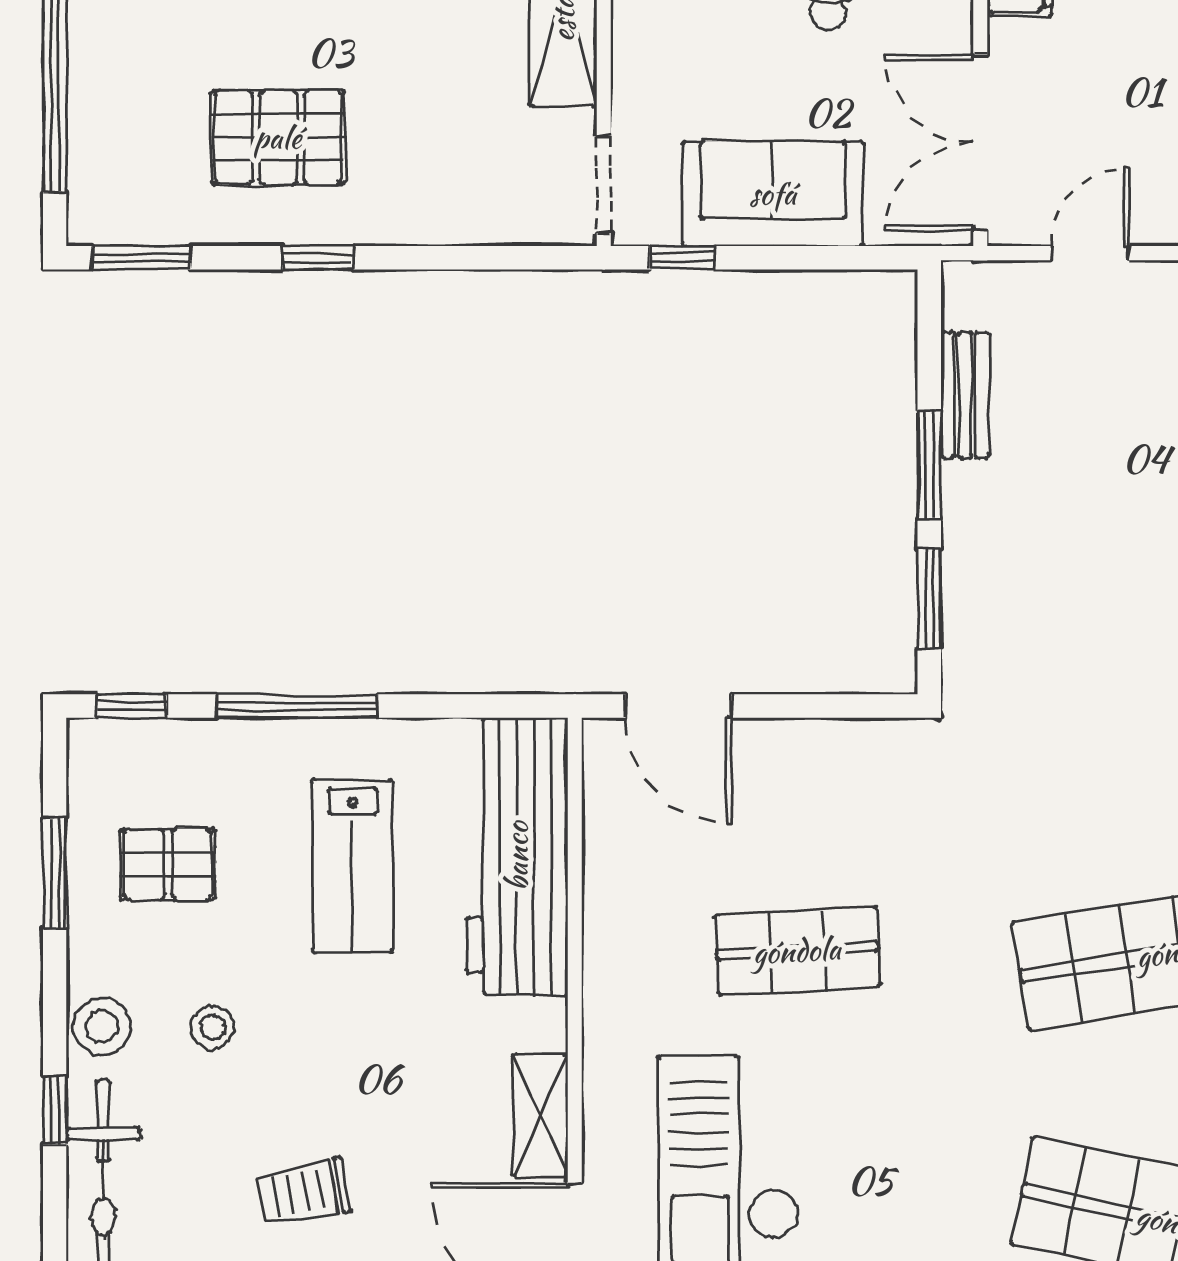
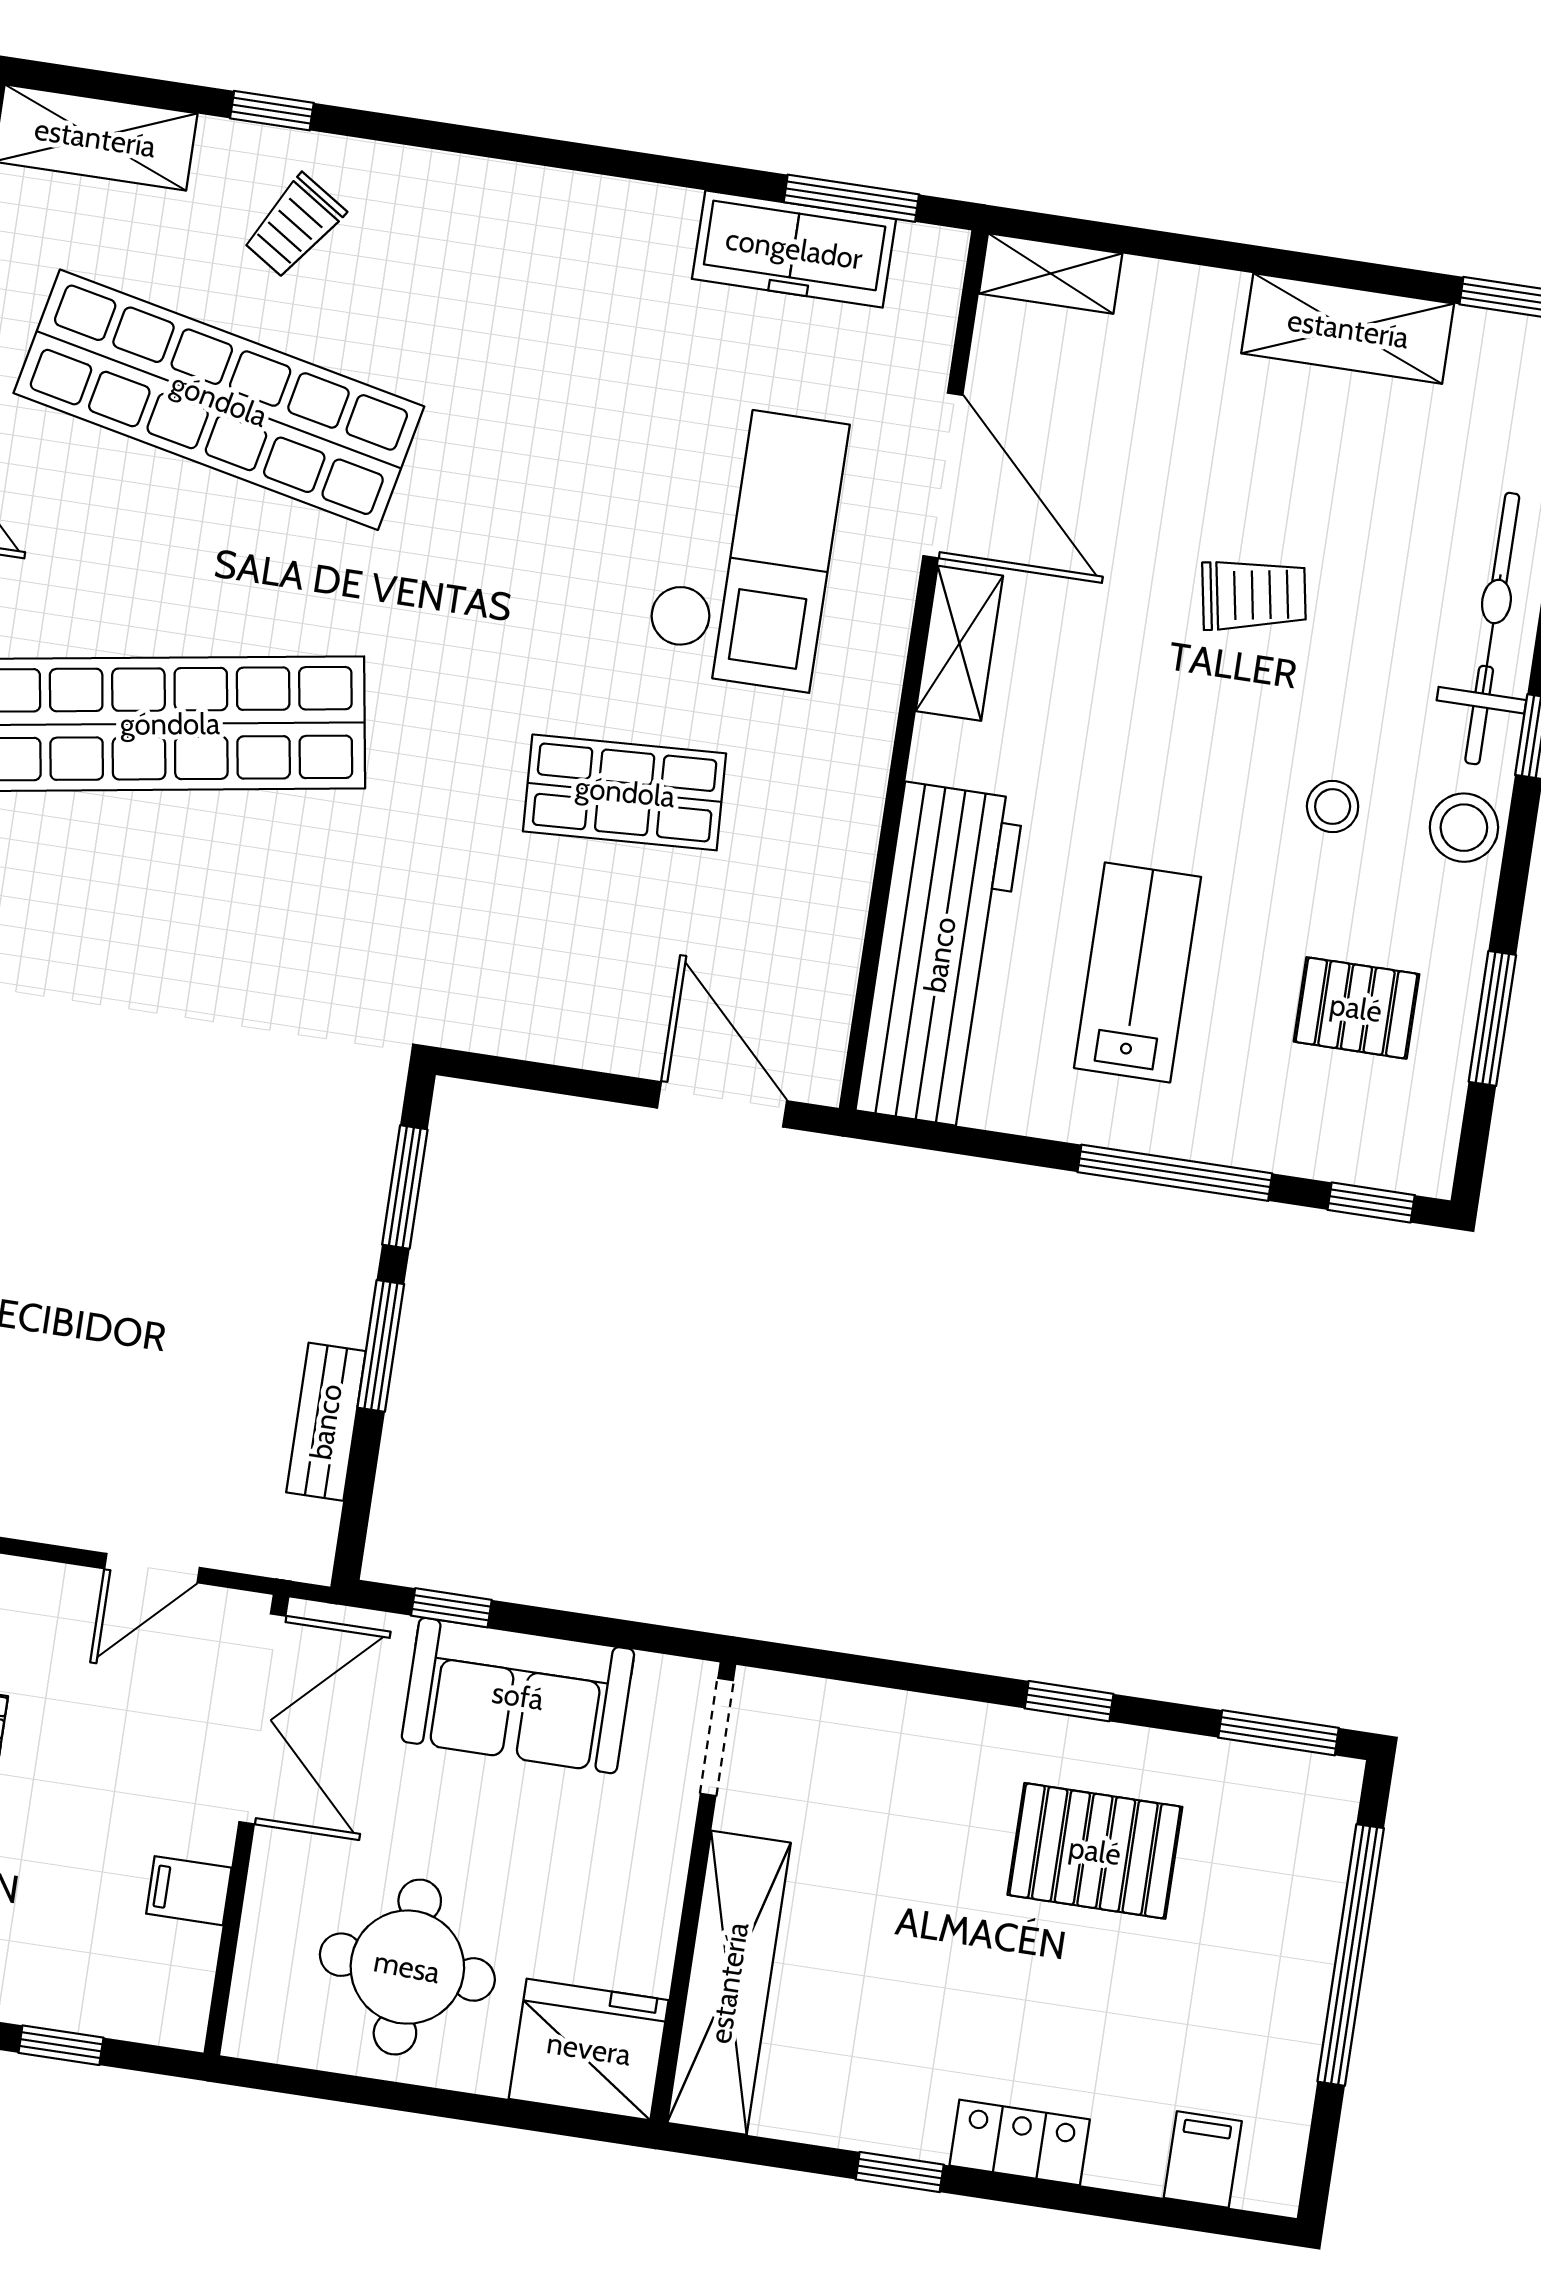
window: (682, 258) -> (451, 1608), moved

